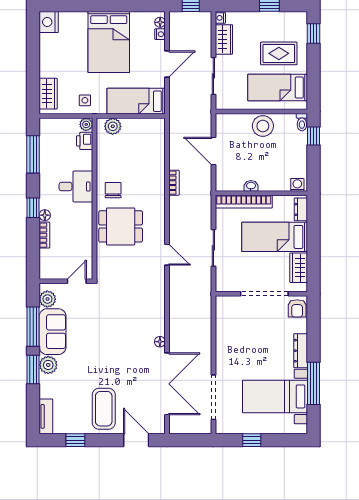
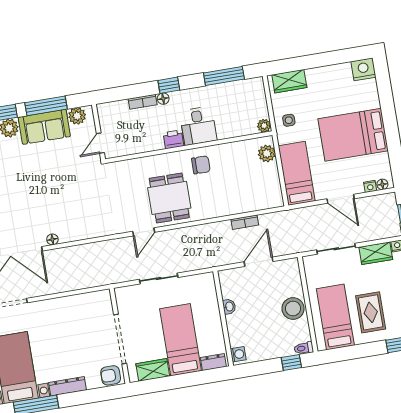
printer: (85, 141) -> (173, 139), moved
bookcase: (174, 183) -> (245, 222), moved
bookcase: (244, 202) -> (212, 302), removed
dining table: (121, 226) -> (169, 198), moved
door: (77, 281) -> (100, 143), swing flipped

